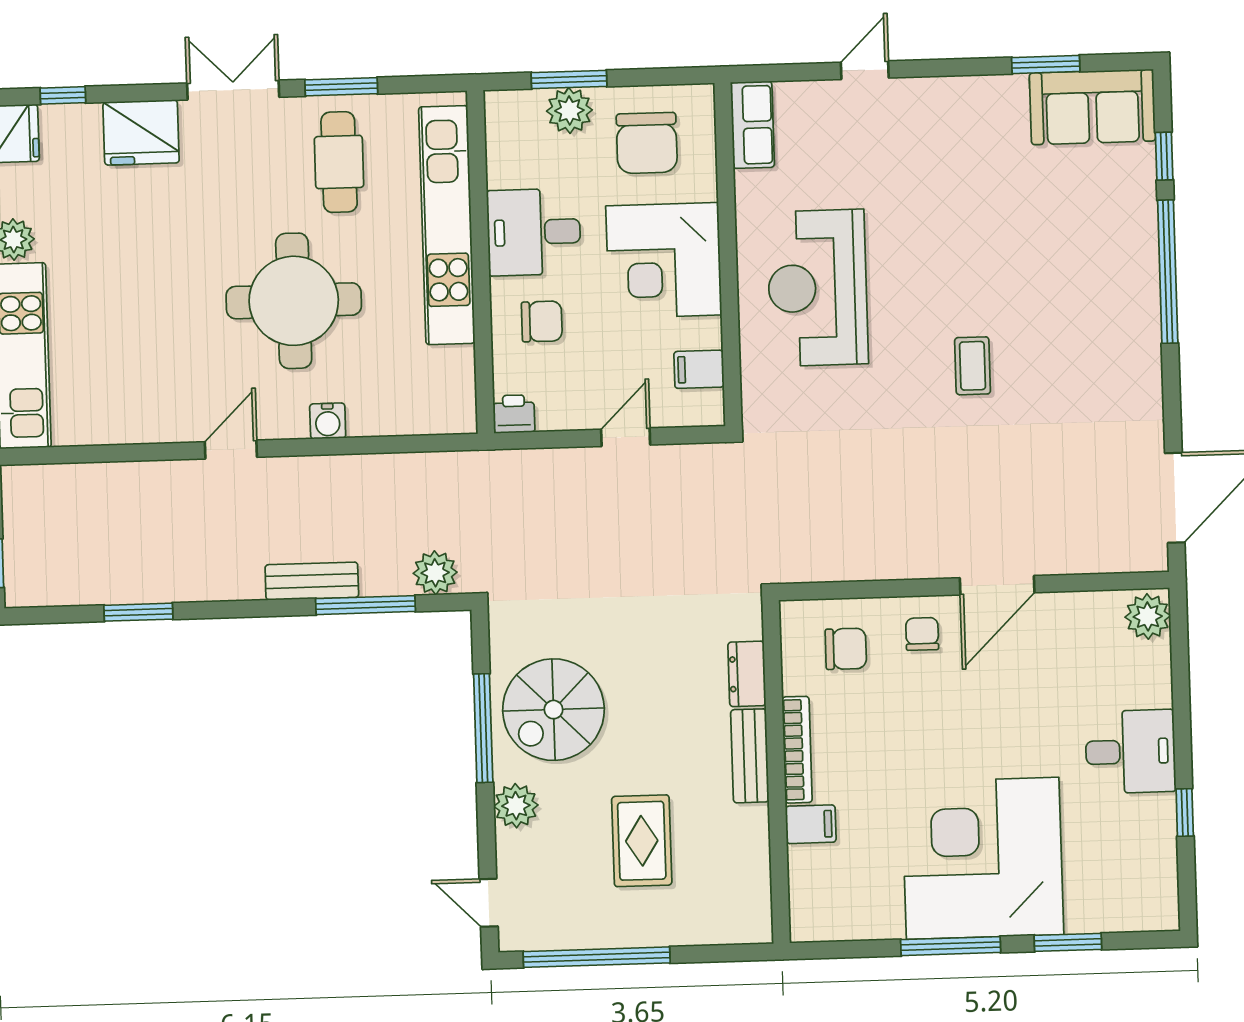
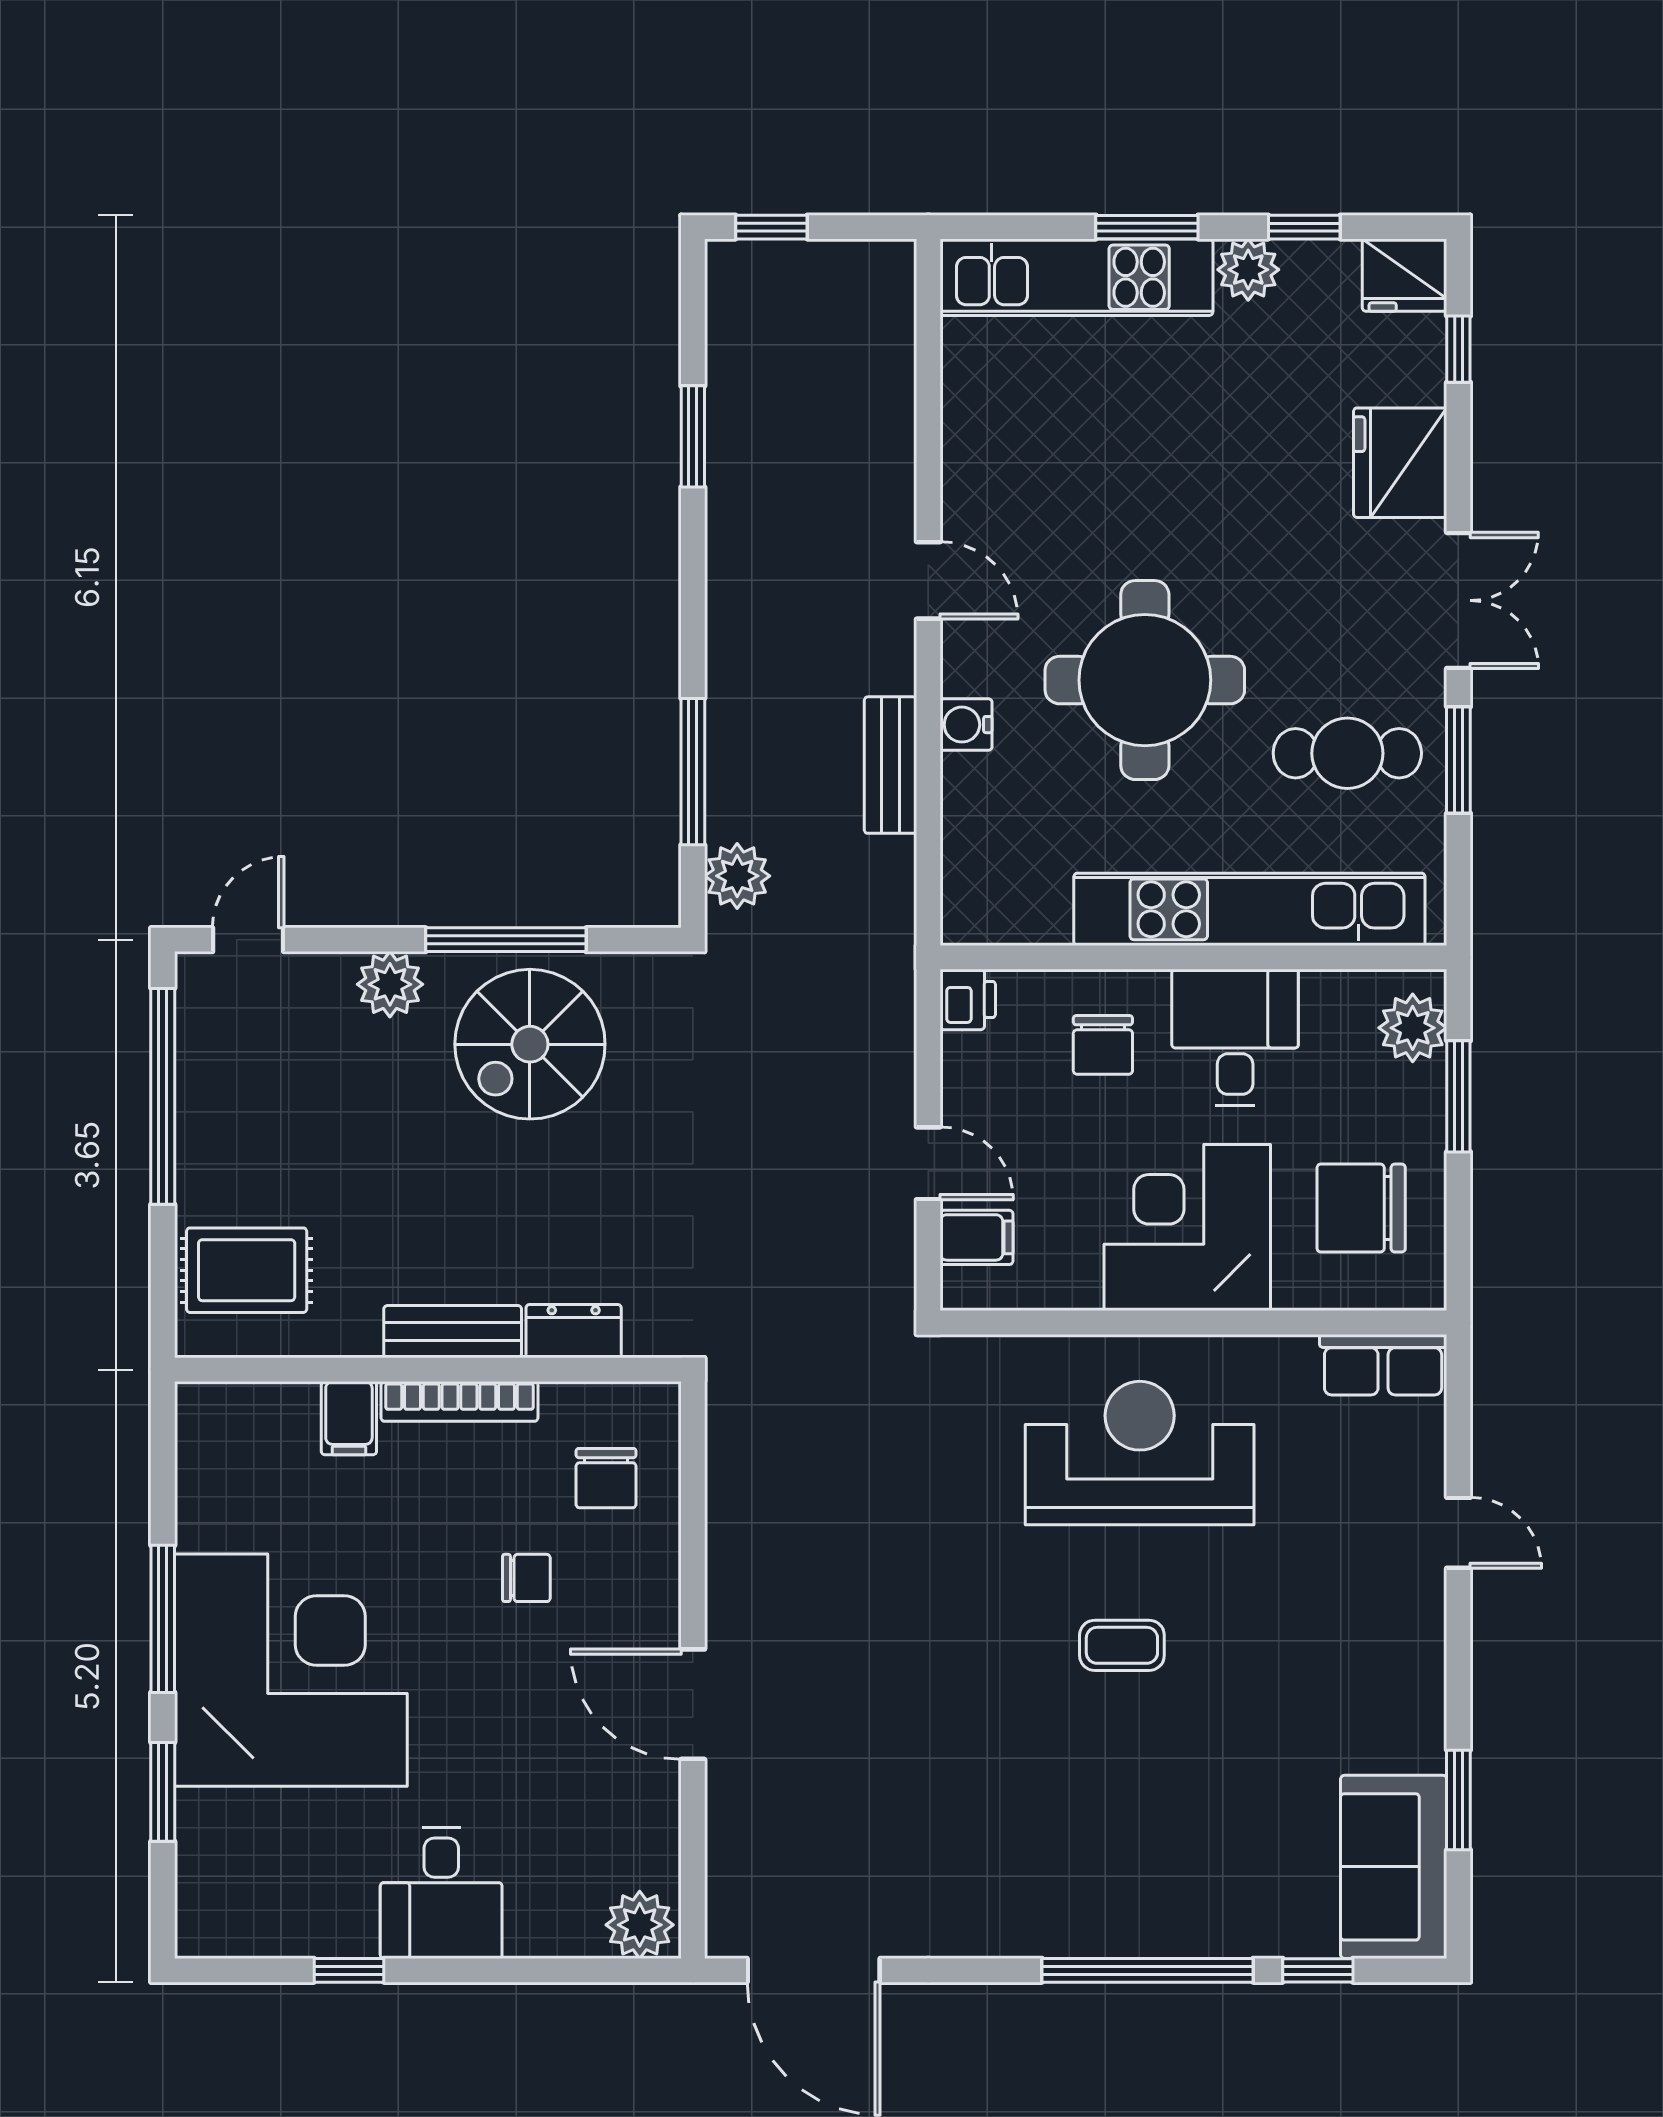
plant: (569, 111) -> (1413, 1028), moved
coffee table: (973, 366) -> (1122, 1645), moved
filing cabinet: (699, 369) -> (976, 1237), moved, turned 90
bench: (312, 581) -> (891, 765), moved
chair: (922, 634) -> (526, 1578), moved
spiral stairs: (554, 710) -> (530, 1044), turned -90
rug: (642, 841) -> (247, 1270), moved

